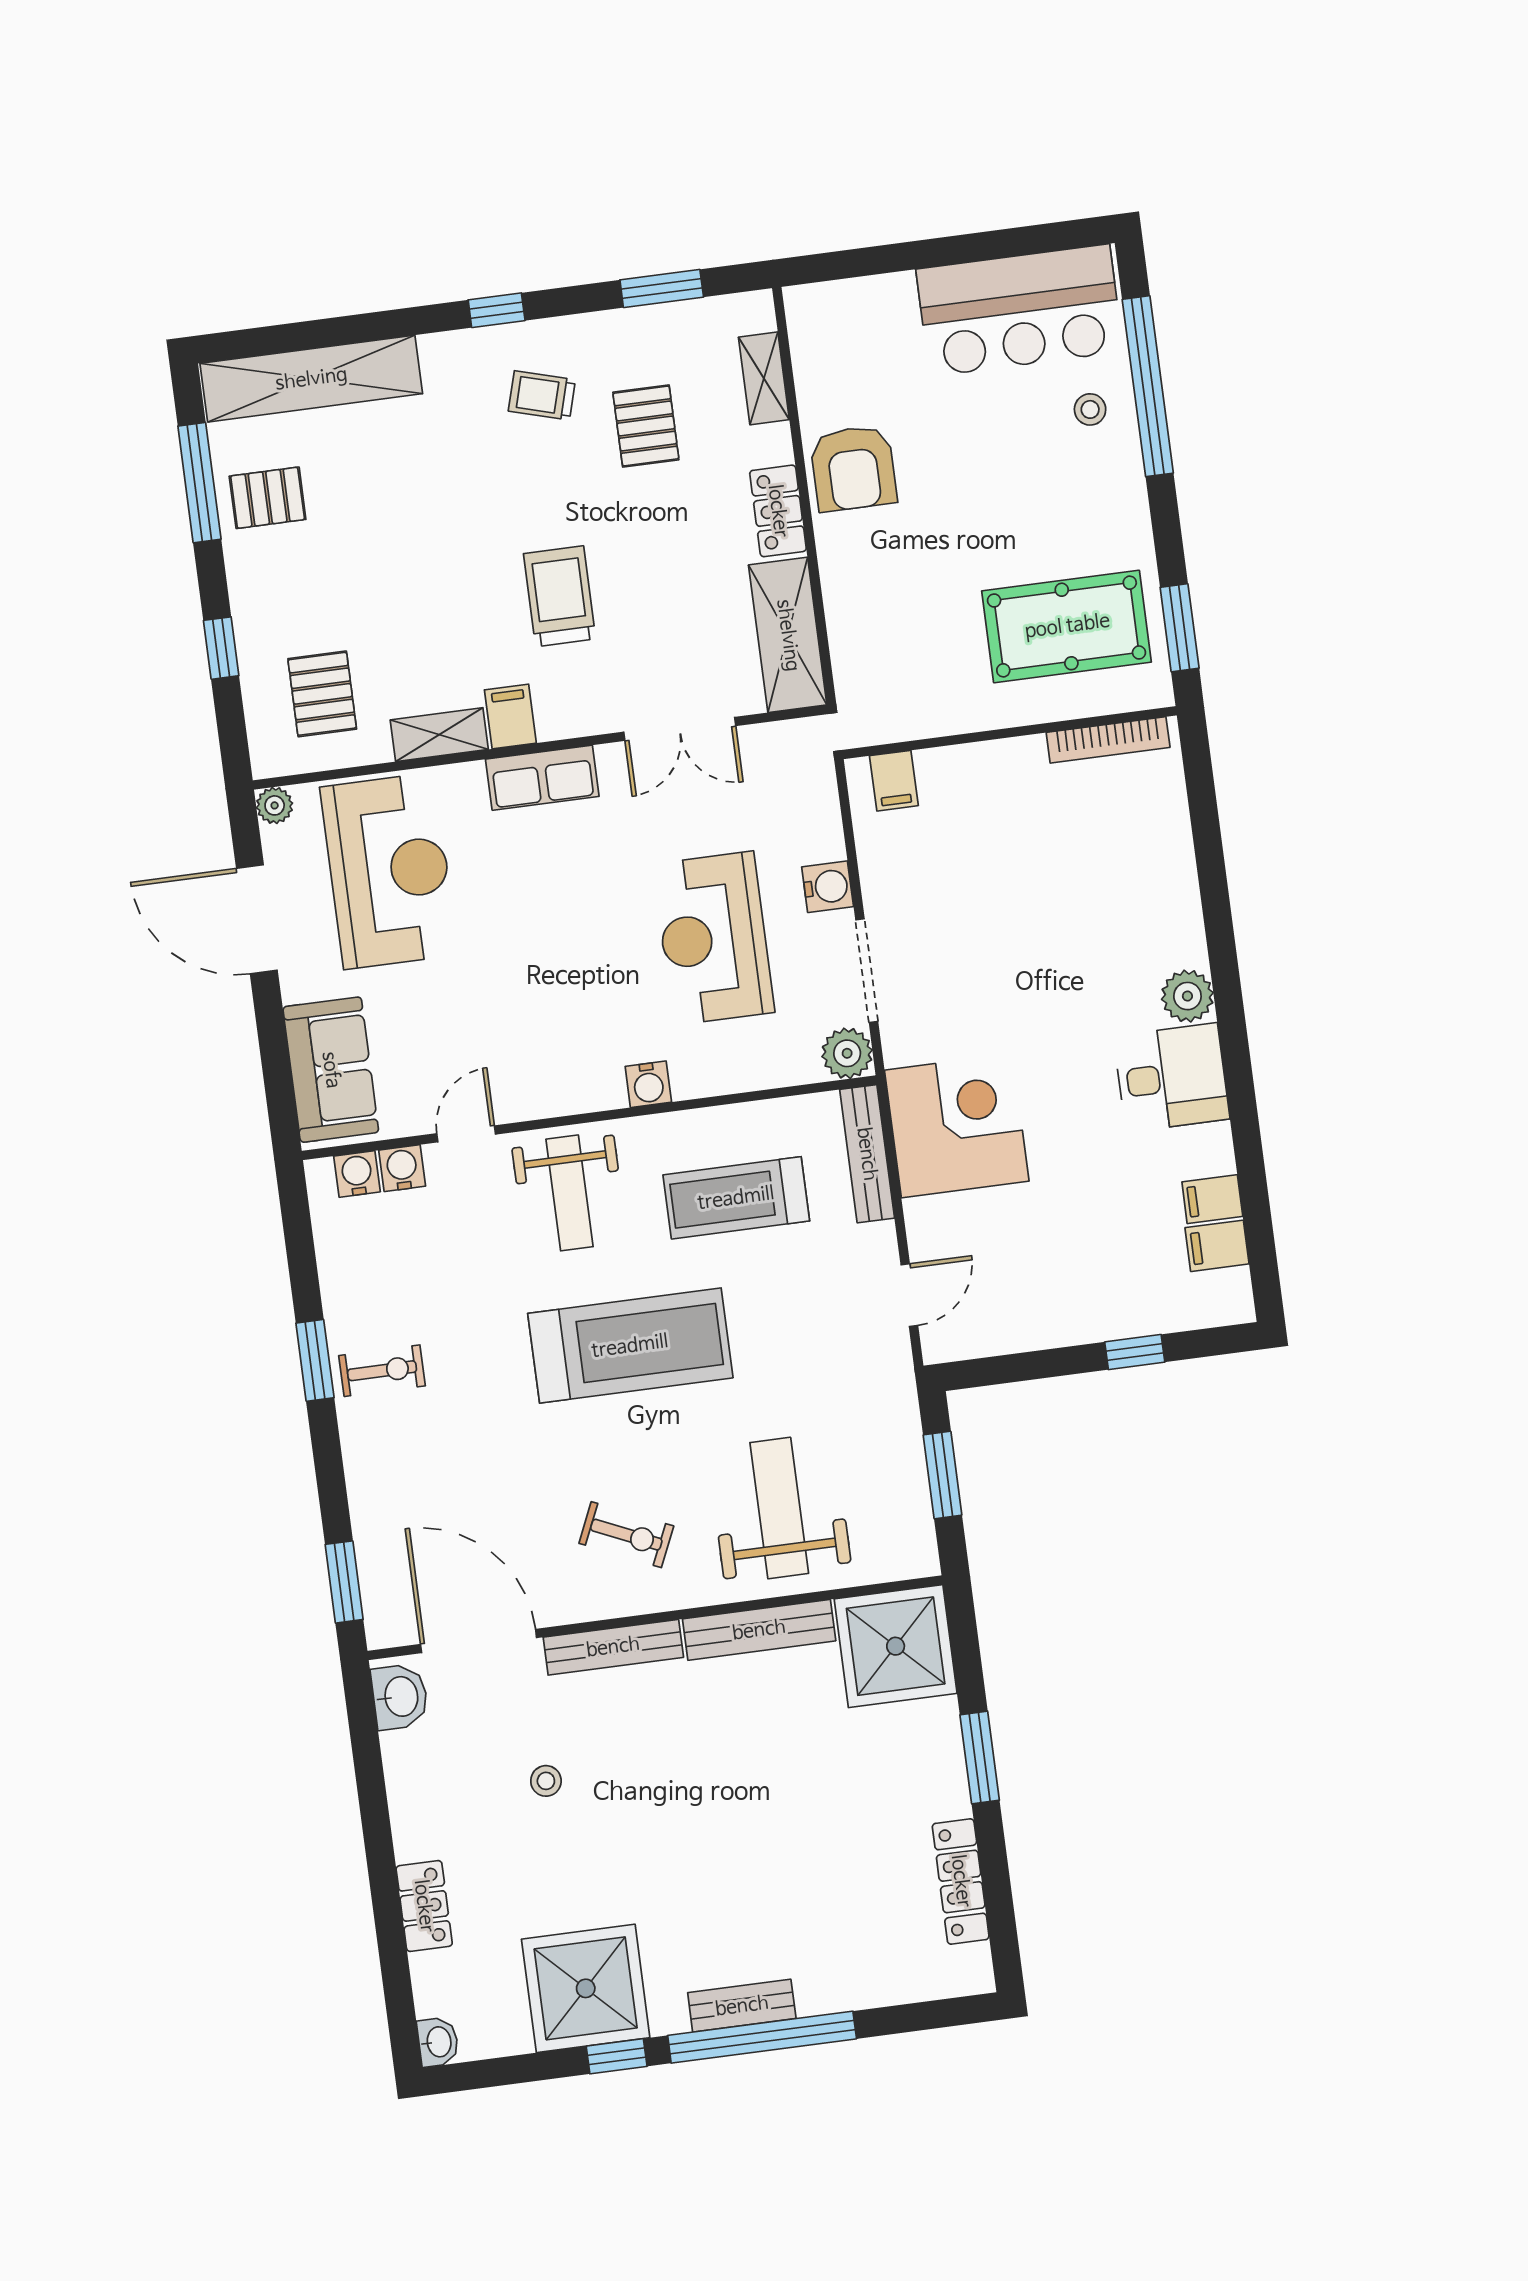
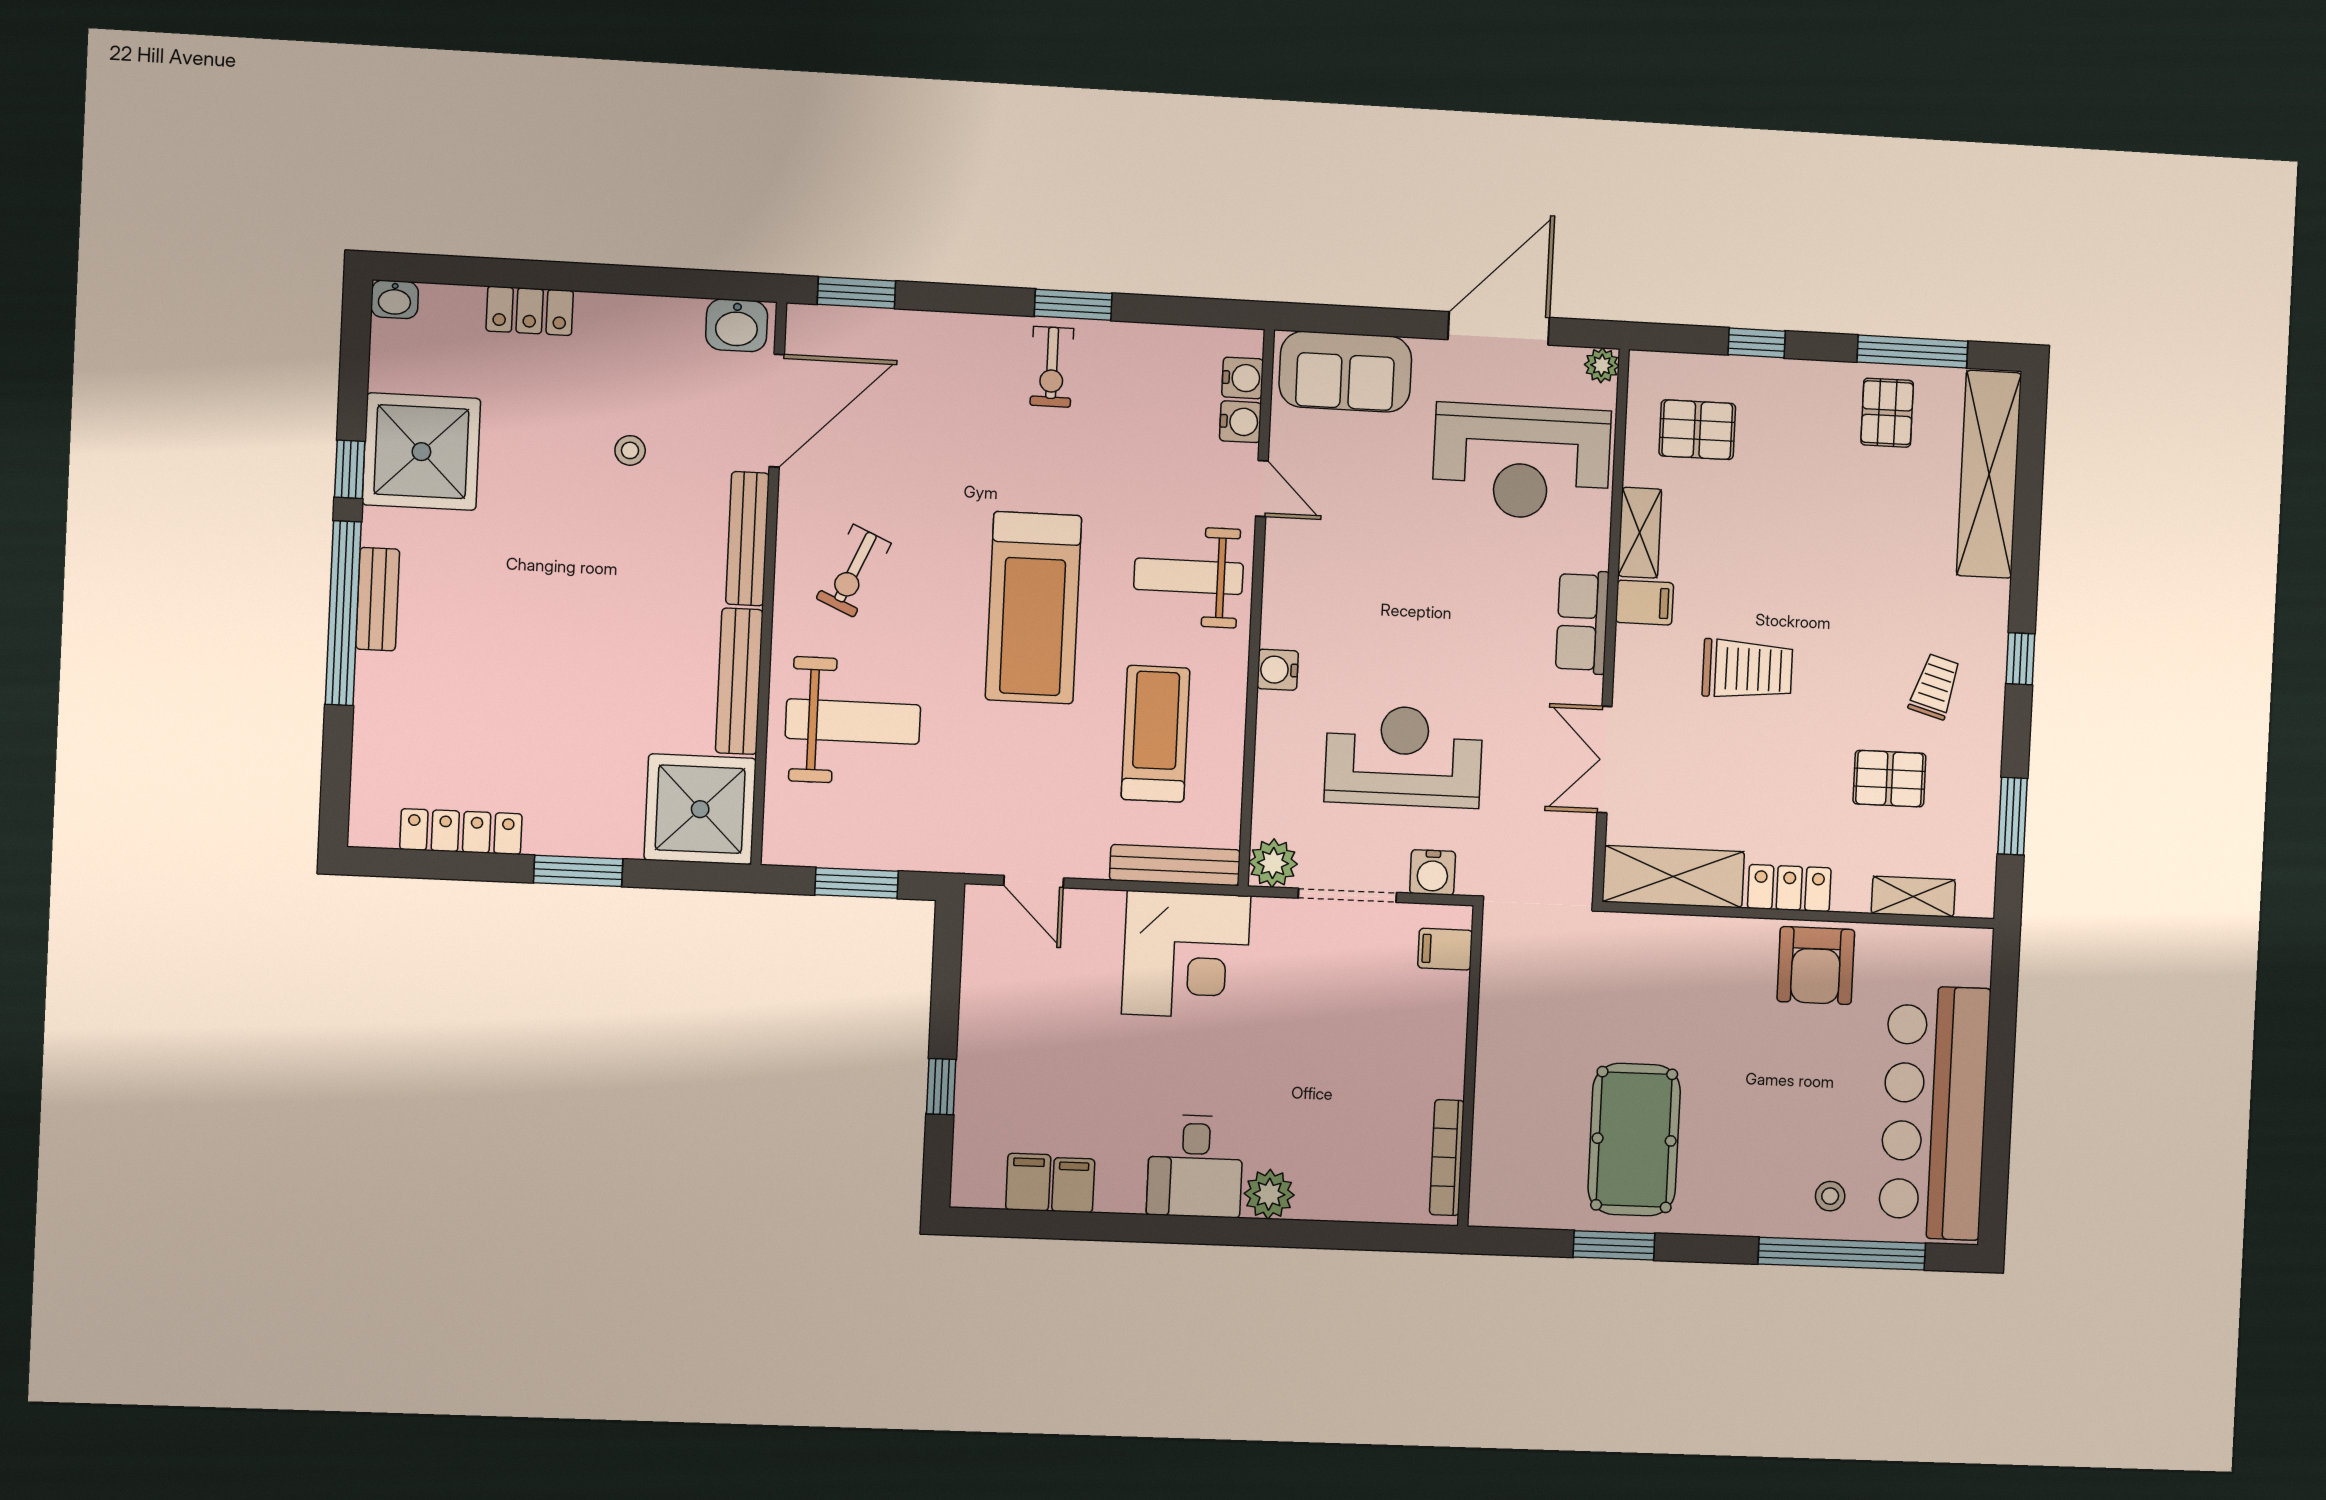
bar counter: (1020, 310) -> (1934, 1113), width x1.36
armchair: (853, 468) -> (1816, 965), turned -90
wall: (1010, 733) -> (1470, 1066), moved
bookcase: (1108, 740) -> (1447, 1158), moved
filing cabinet: (894, 781) -> (1445, 949), moved

